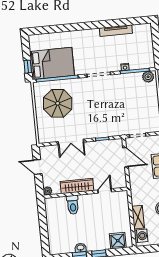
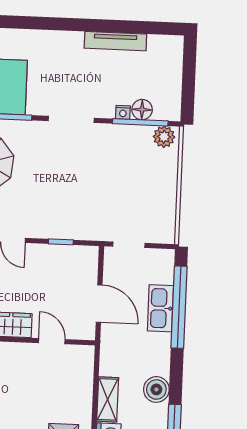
floor lamp: (135, 64) -> (142, 110), added
door: (125, 157) -> (99, 304), moved
door: (105, 191) -> (52, 341), hinge flipped

